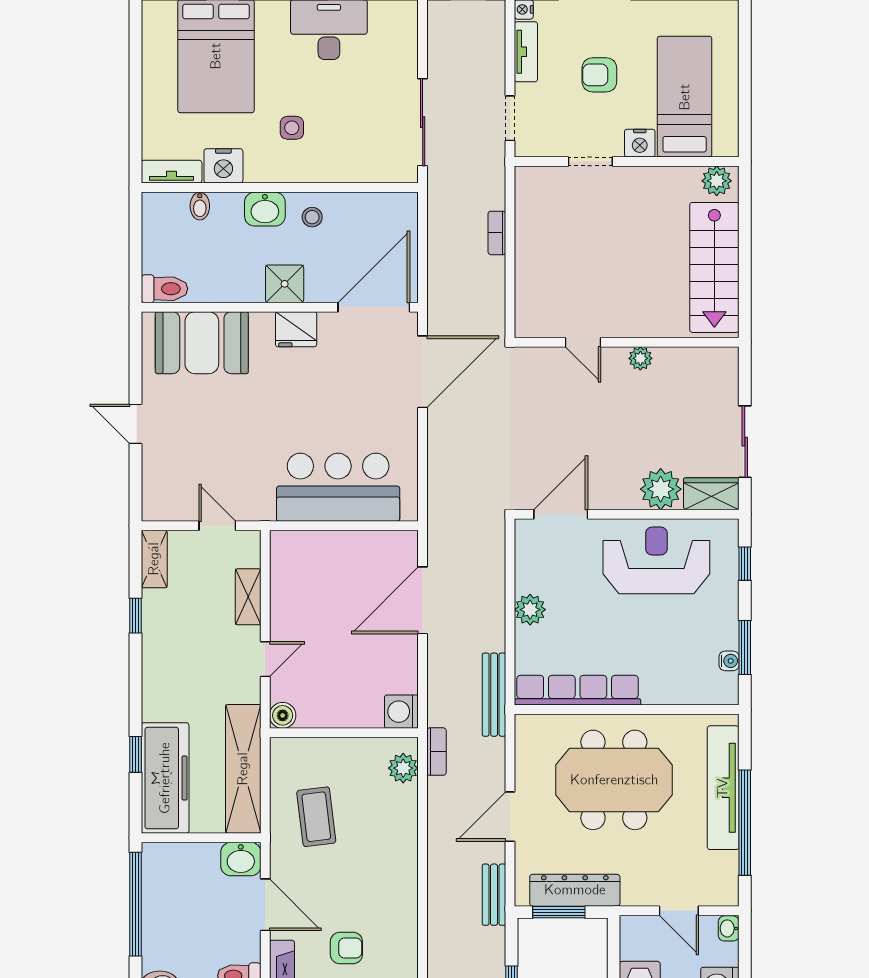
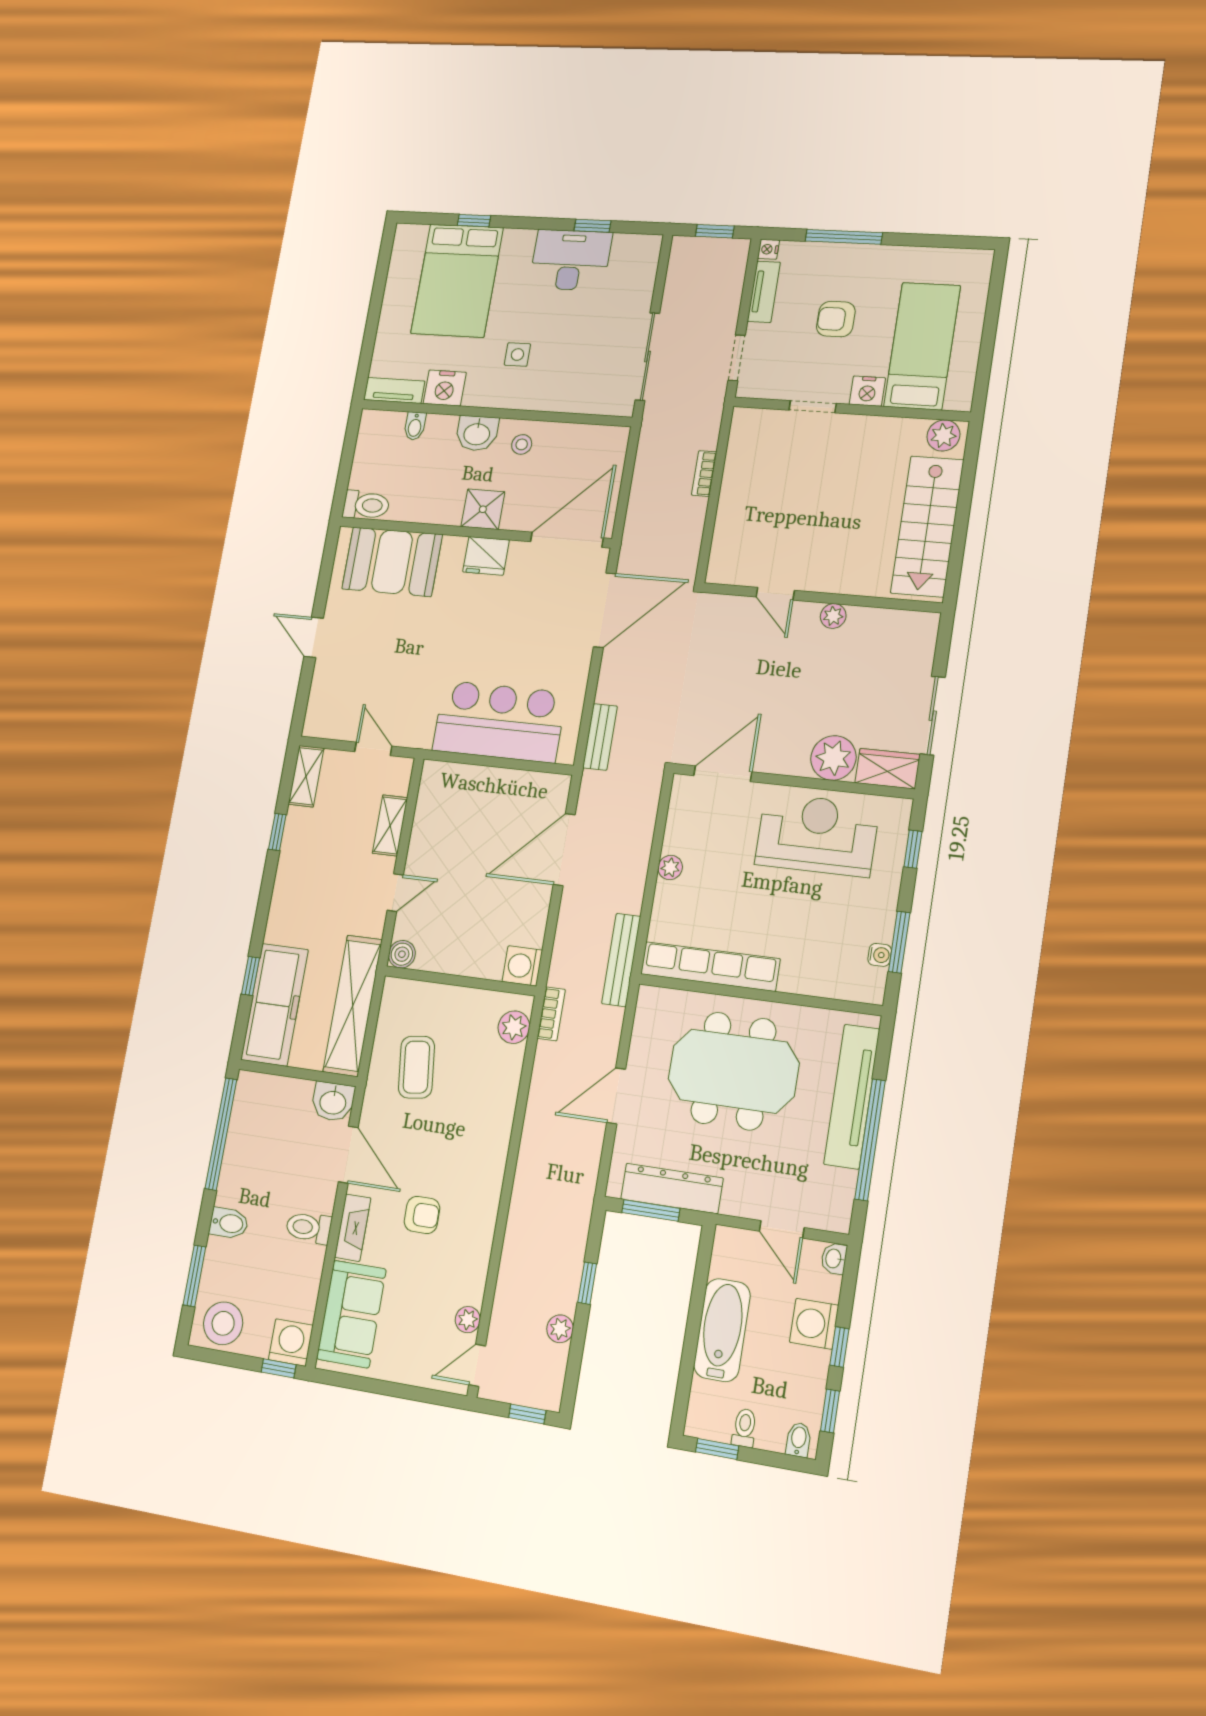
plant: (530, 610) -> (670, 868), width x0.73, depth x0.73
bench: (494, 895) -> (600, 737), moved

